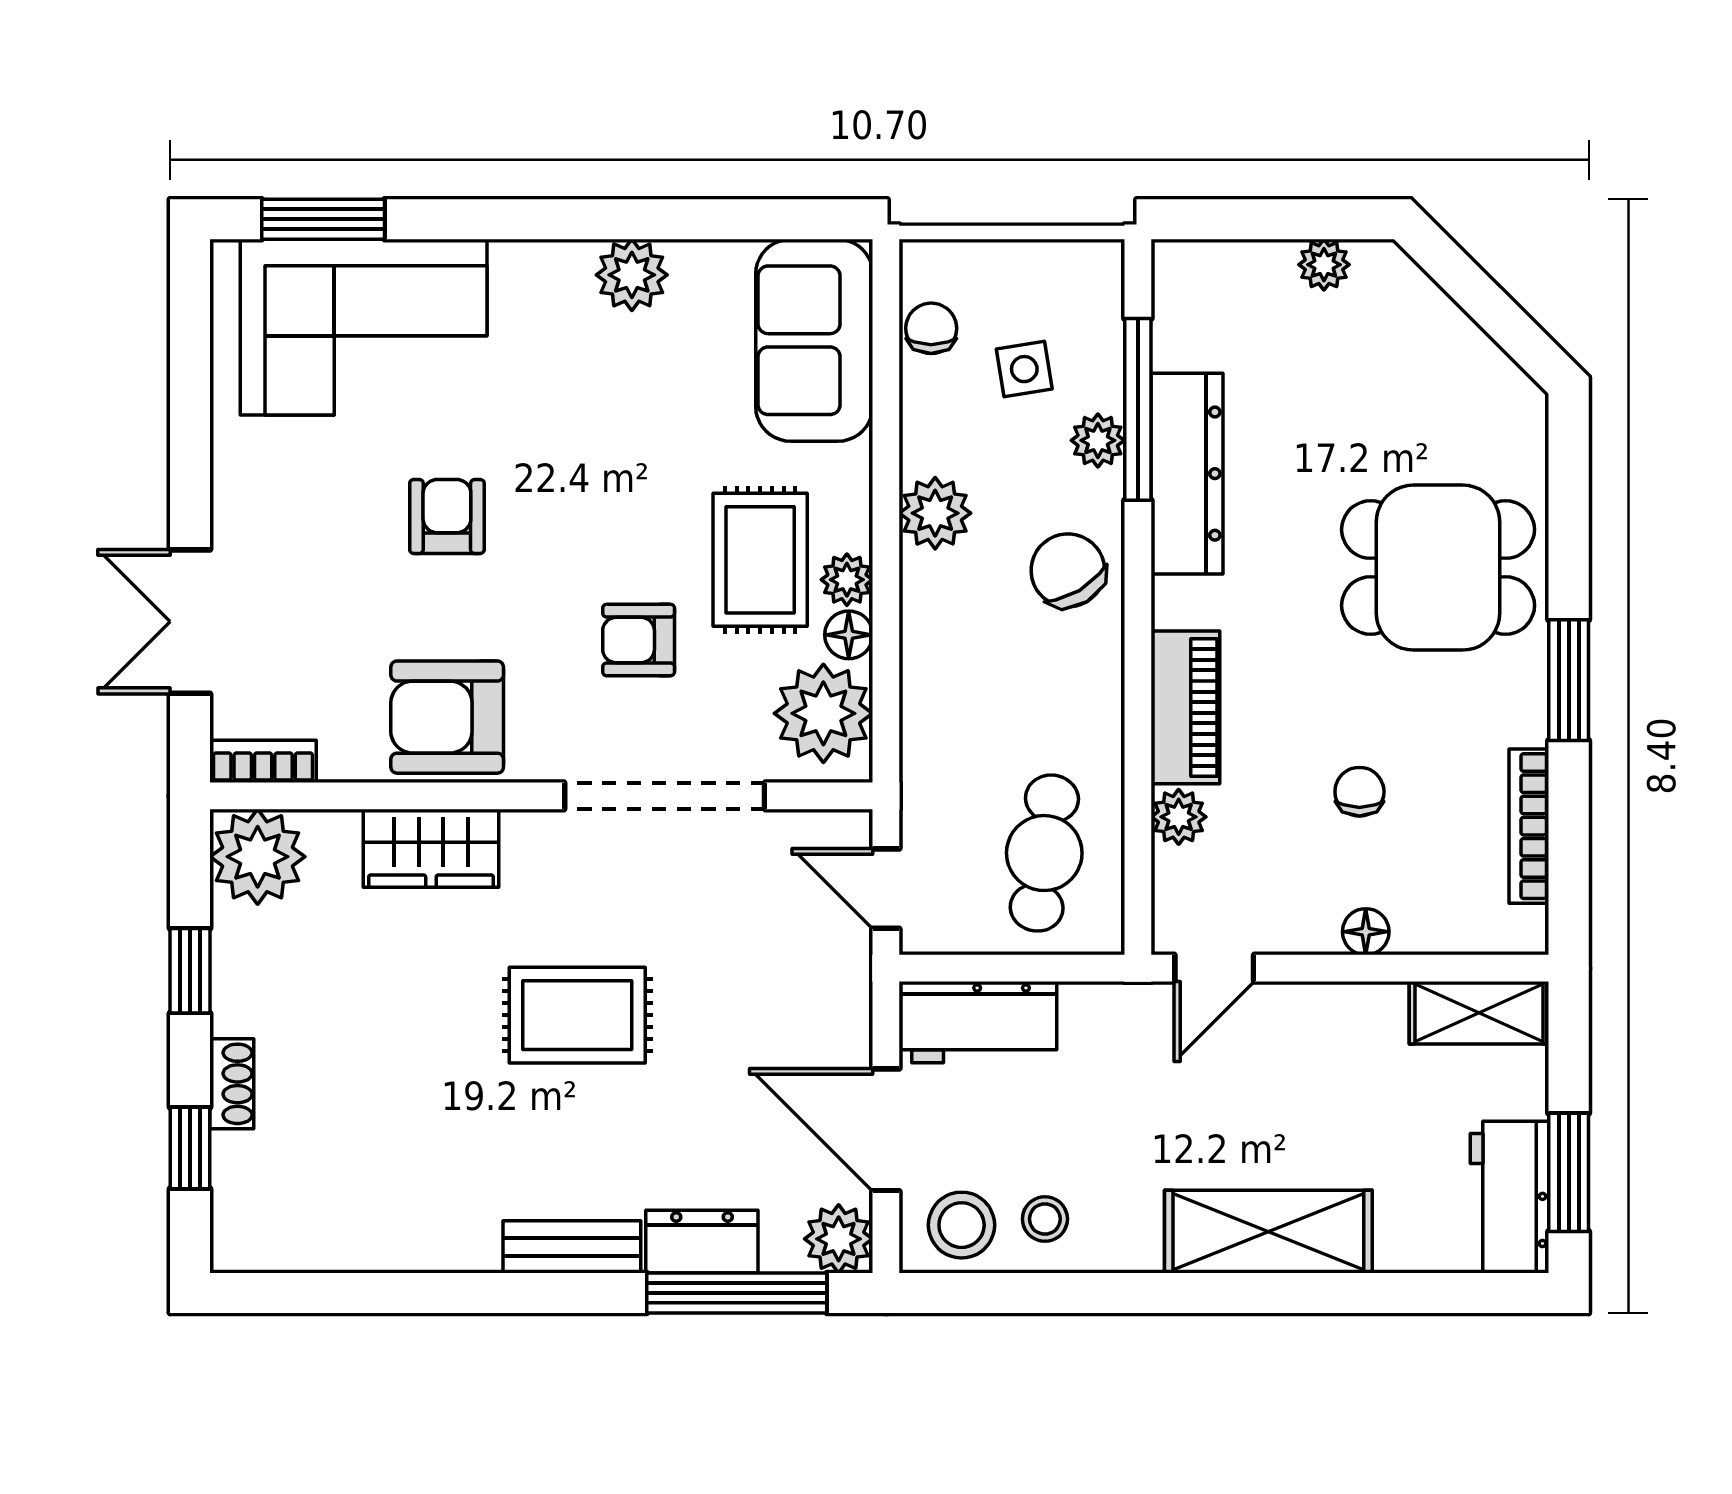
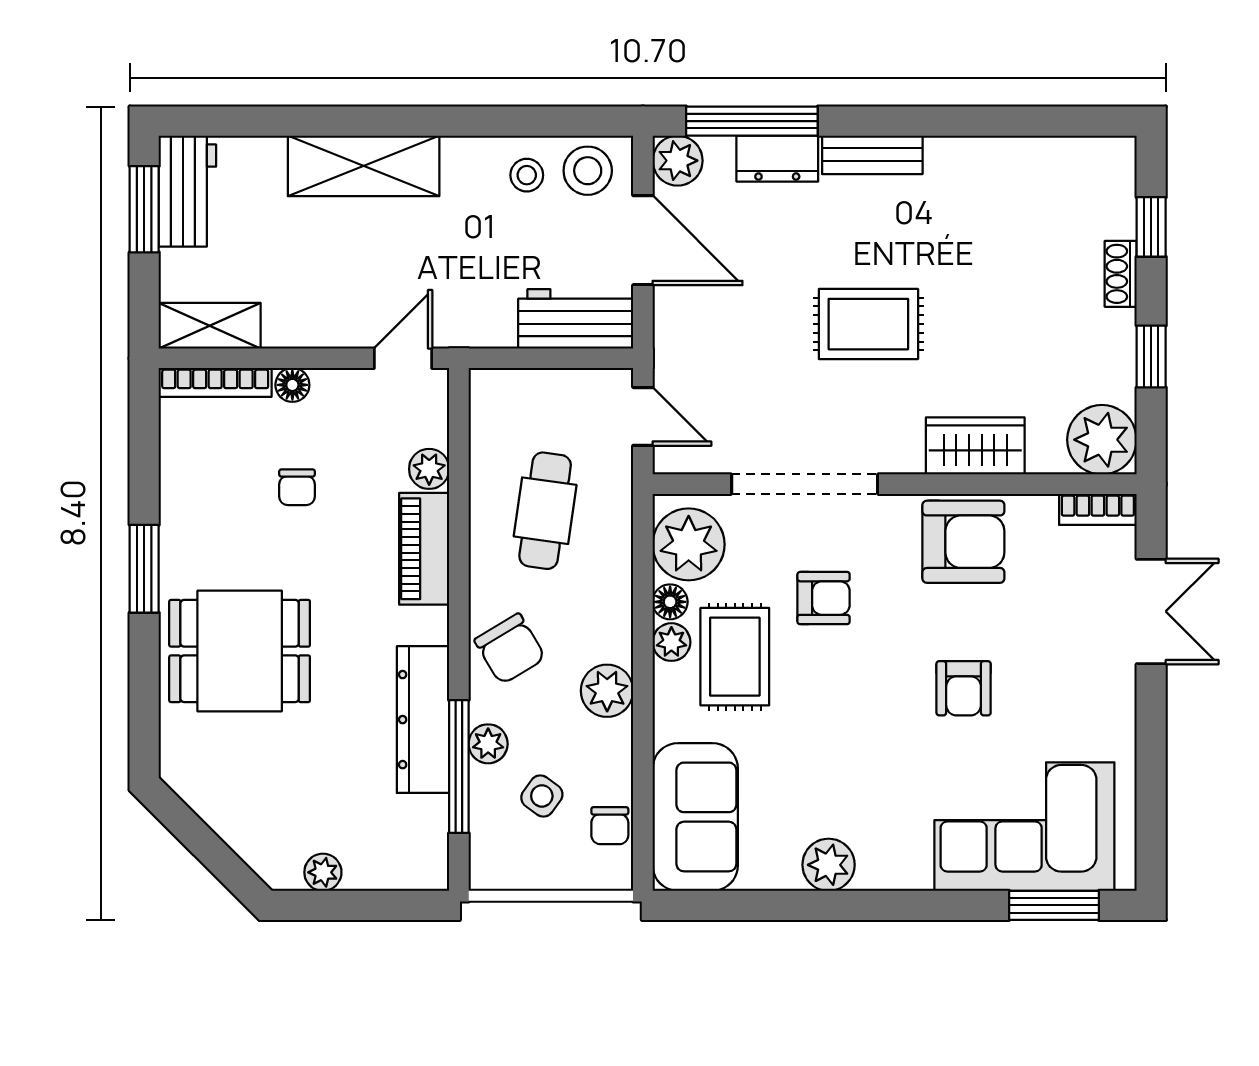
side table: (1024, 369) -> (542, 796), turned 45
bookcase: (1529, 826) -> (215, 382), moved, turned 90
cafe table: (1044, 853) -> (545, 511), moved

